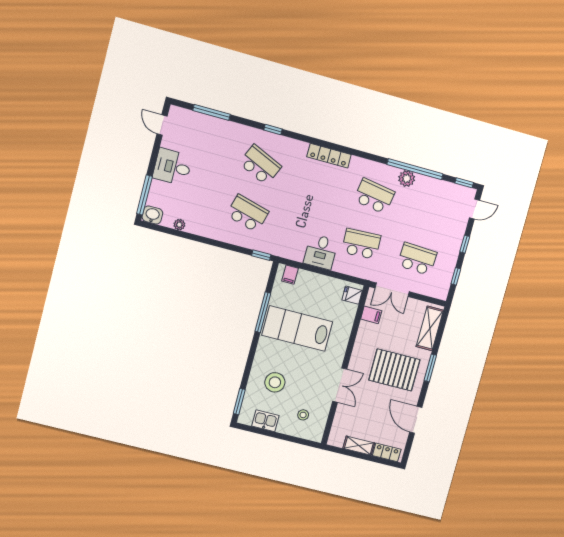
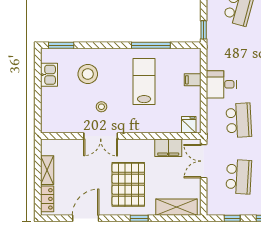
filing cabinet: (290, 275) -> (193, 80), moved
filing cabinet: (371, 315) -> (168, 148), width x2.00
lab bench: (297, 328) -> (144, 81), width x0.73, depth x0.72
window: (430, 368) -> (139, 218), width x0.67
stool: (303, 415) -> (101, 107), moved

